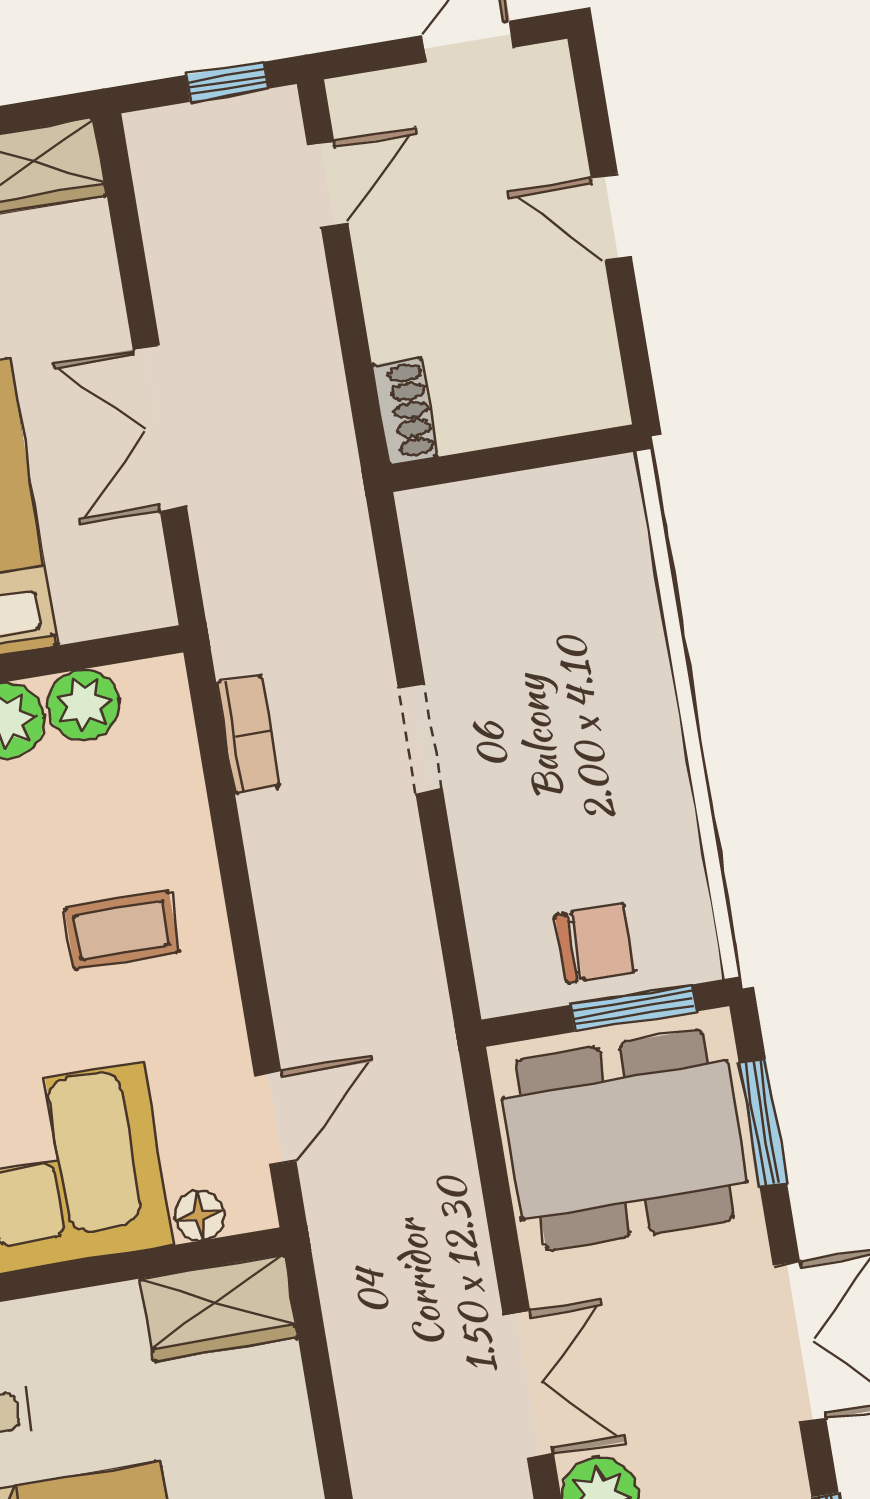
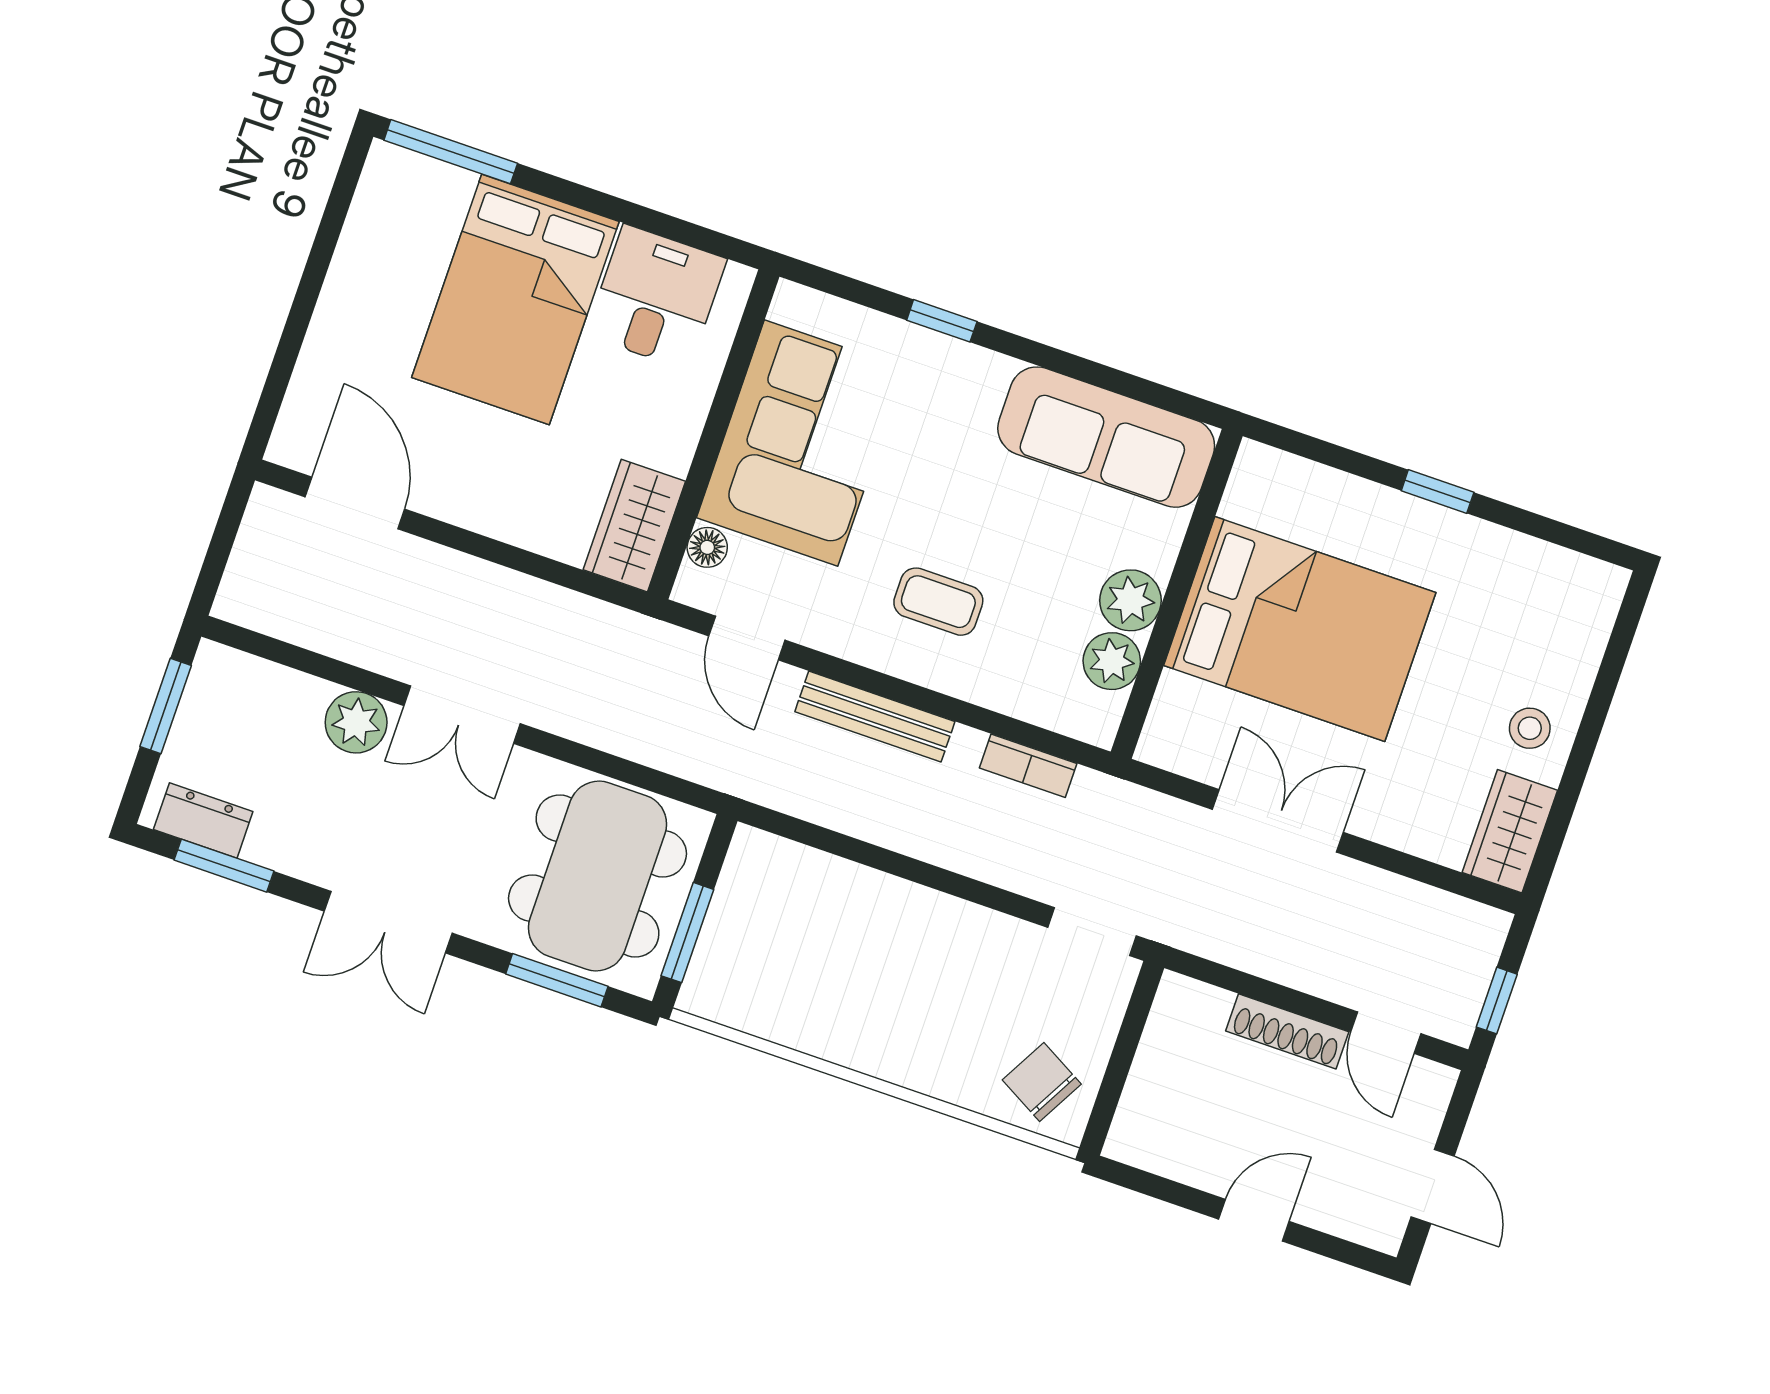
shoe rack: (404, 411) -> (1287, 1031), moved, width x1.43
doorway: (420, 739) -> (1092, 932), moved
coffee table: (122, 930) -> (938, 602), turned 90
bench: (285, 931) -> (875, 717), added
chair: (595, 943) -> (1042, 1082), moved, turned 119

